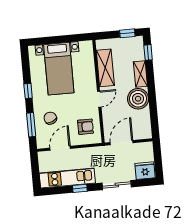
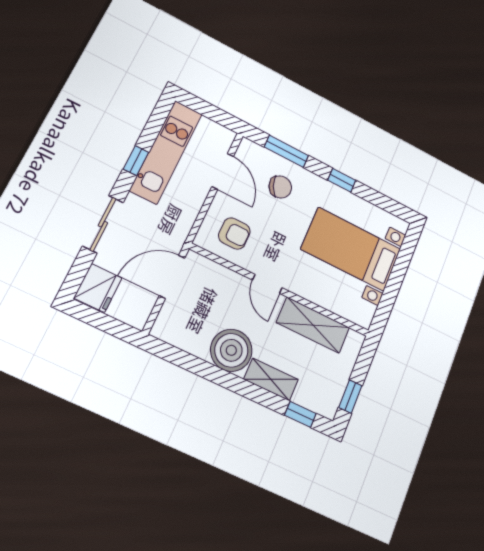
armchair: (85, 127) -> (234, 234), turned -90
door: (122, 143) -> (172, 277), swing flipped

